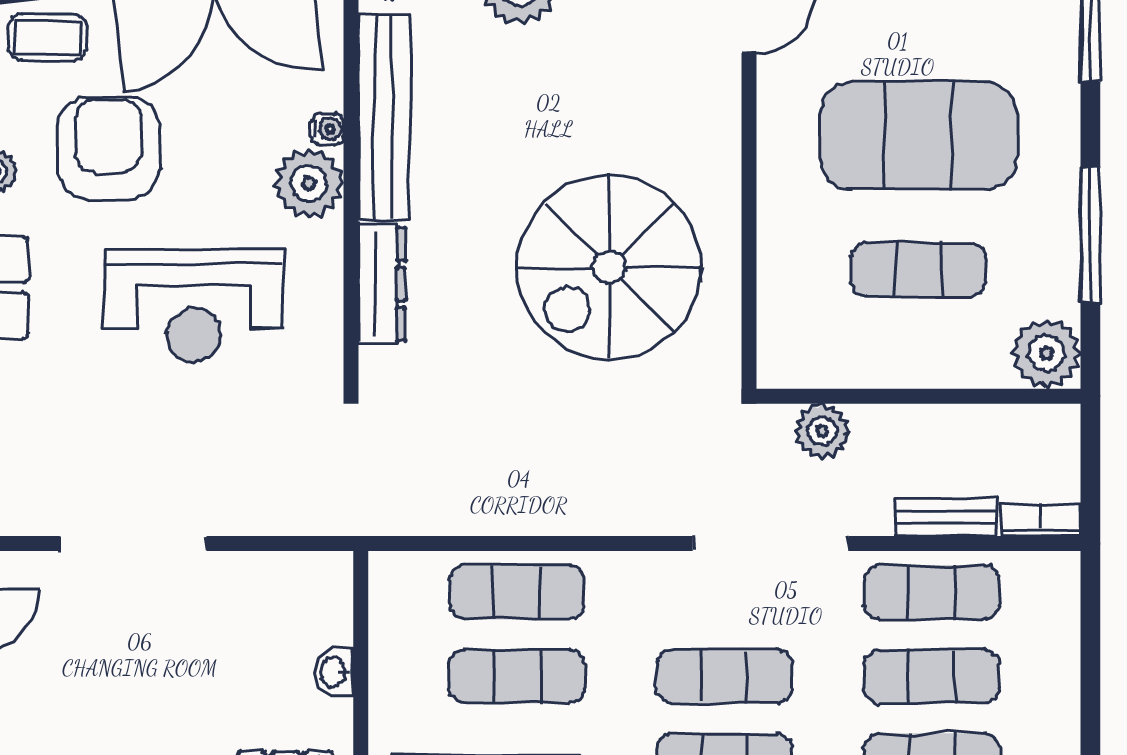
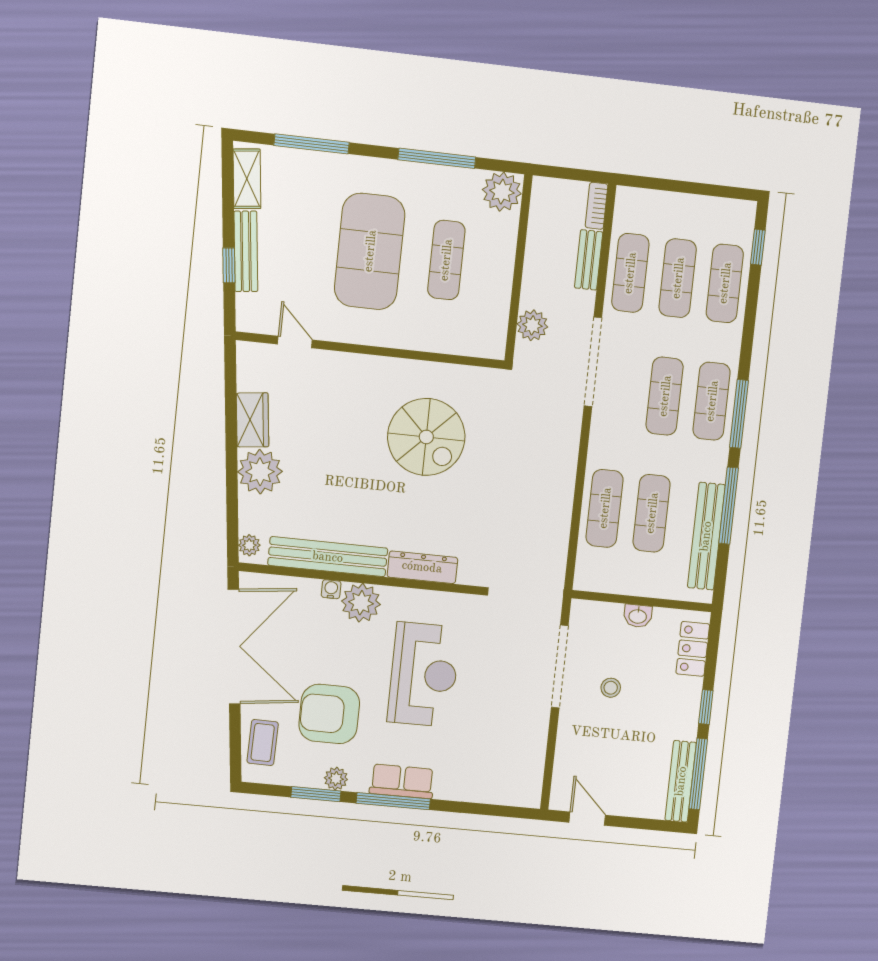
spiral stairs: (609, 267) -> (426, 437), width x0.73, depth x0.73
doorway: (133, 544) -> (560, 667), moved
stool: (202, 638) -> (611, 688), added

